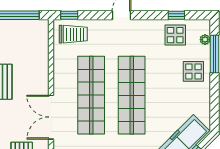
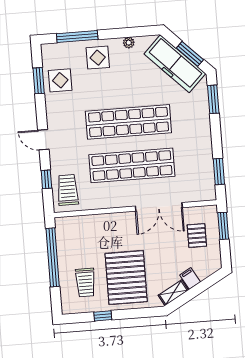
window: (69, 15) -> (46, 179), moved
window: (176, 15) -> (39, 81), width x1.50
plant: (205, 40) -> (129, 43), moved

